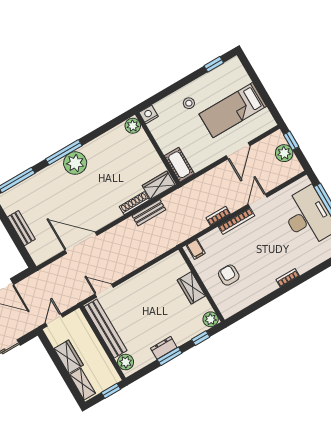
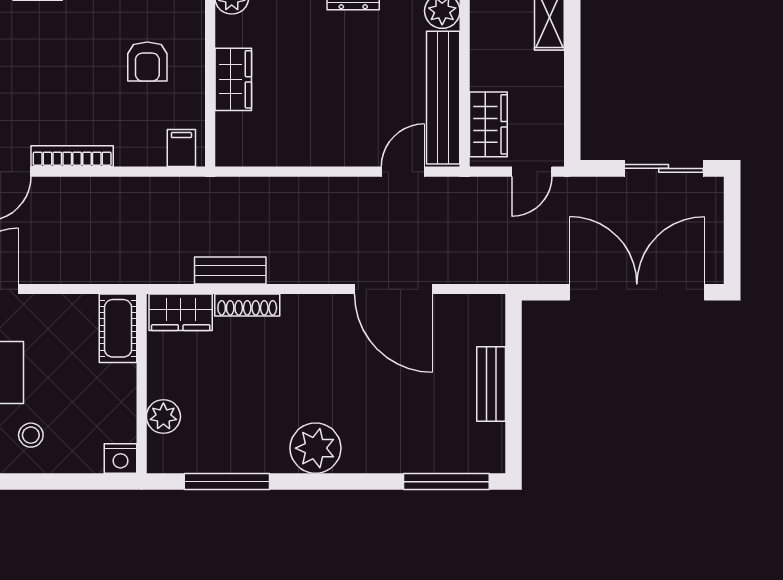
plant: (133, 126) -> (163, 417), moved
window: (64, 152) -> (227, 482), moved
bookcase: (218, 216) -> (101, 187), removed
door: (104, 291) -> (403, 172), swing flipped
wardrobe: (69, 357) -> (488, 124), moved, turned 180

